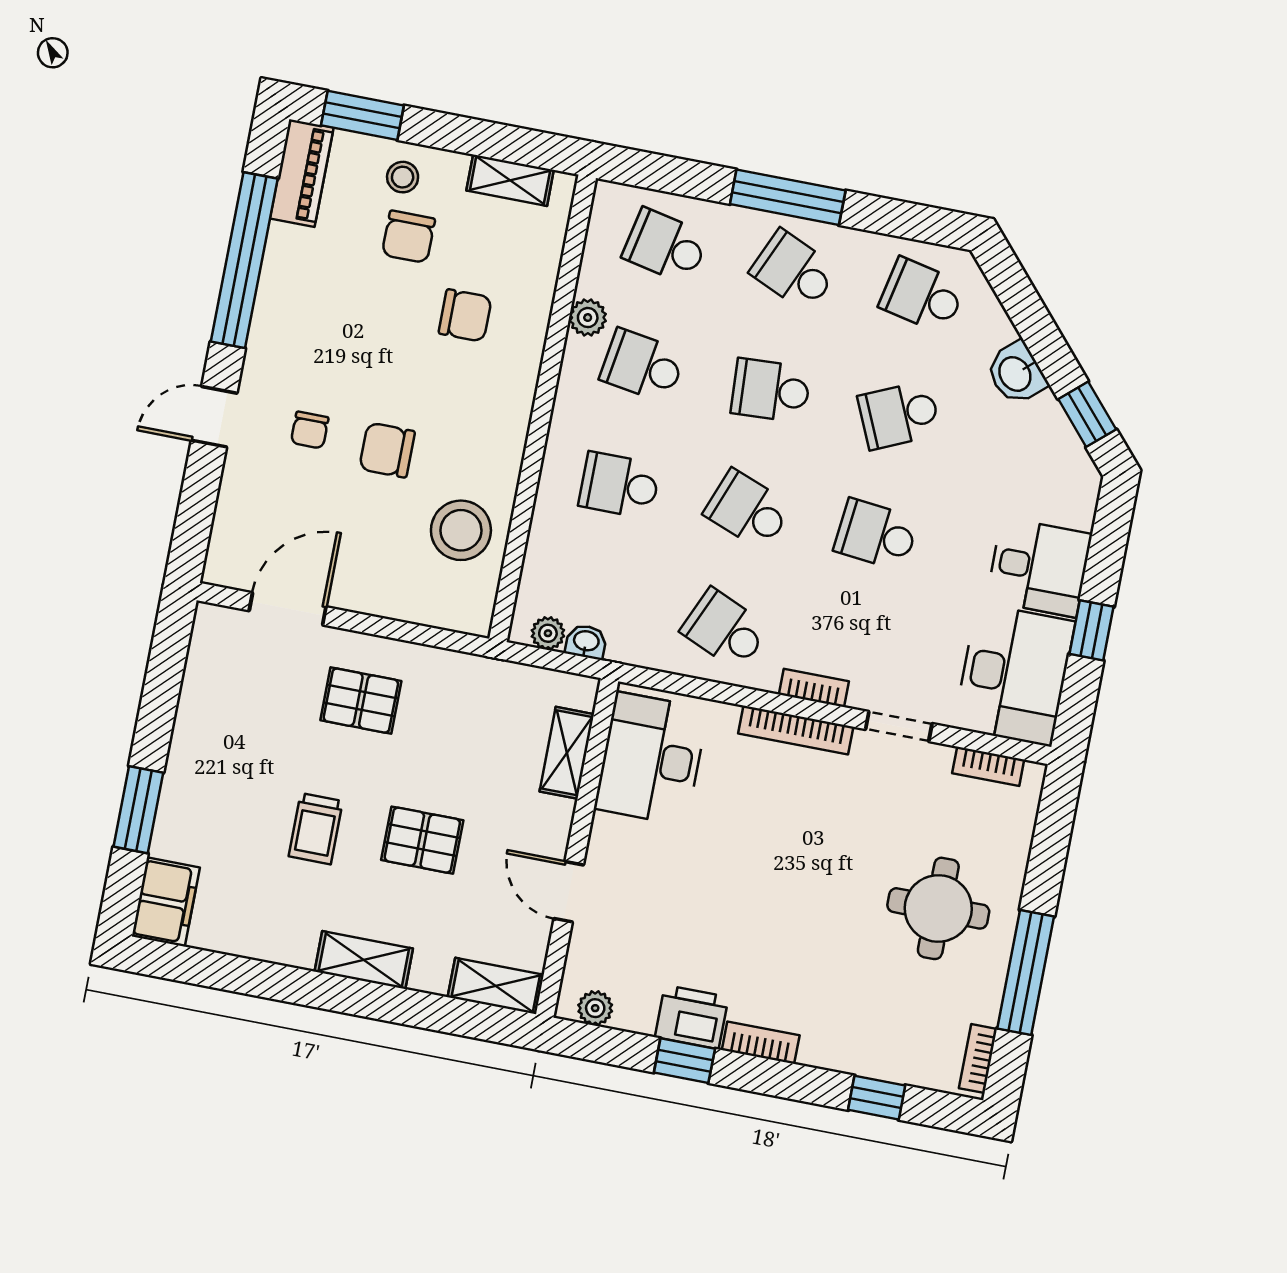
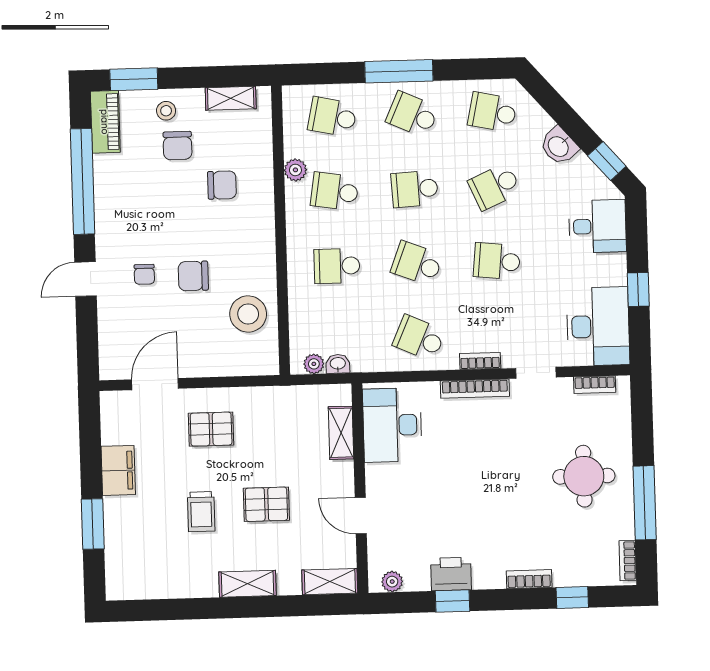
desk: (1039, 567) -> (597, 226), moved
filing cabinet: (166, 902) -> (118, 470), moved
bookcase: (761, 1043) -> (529, 579), moved

